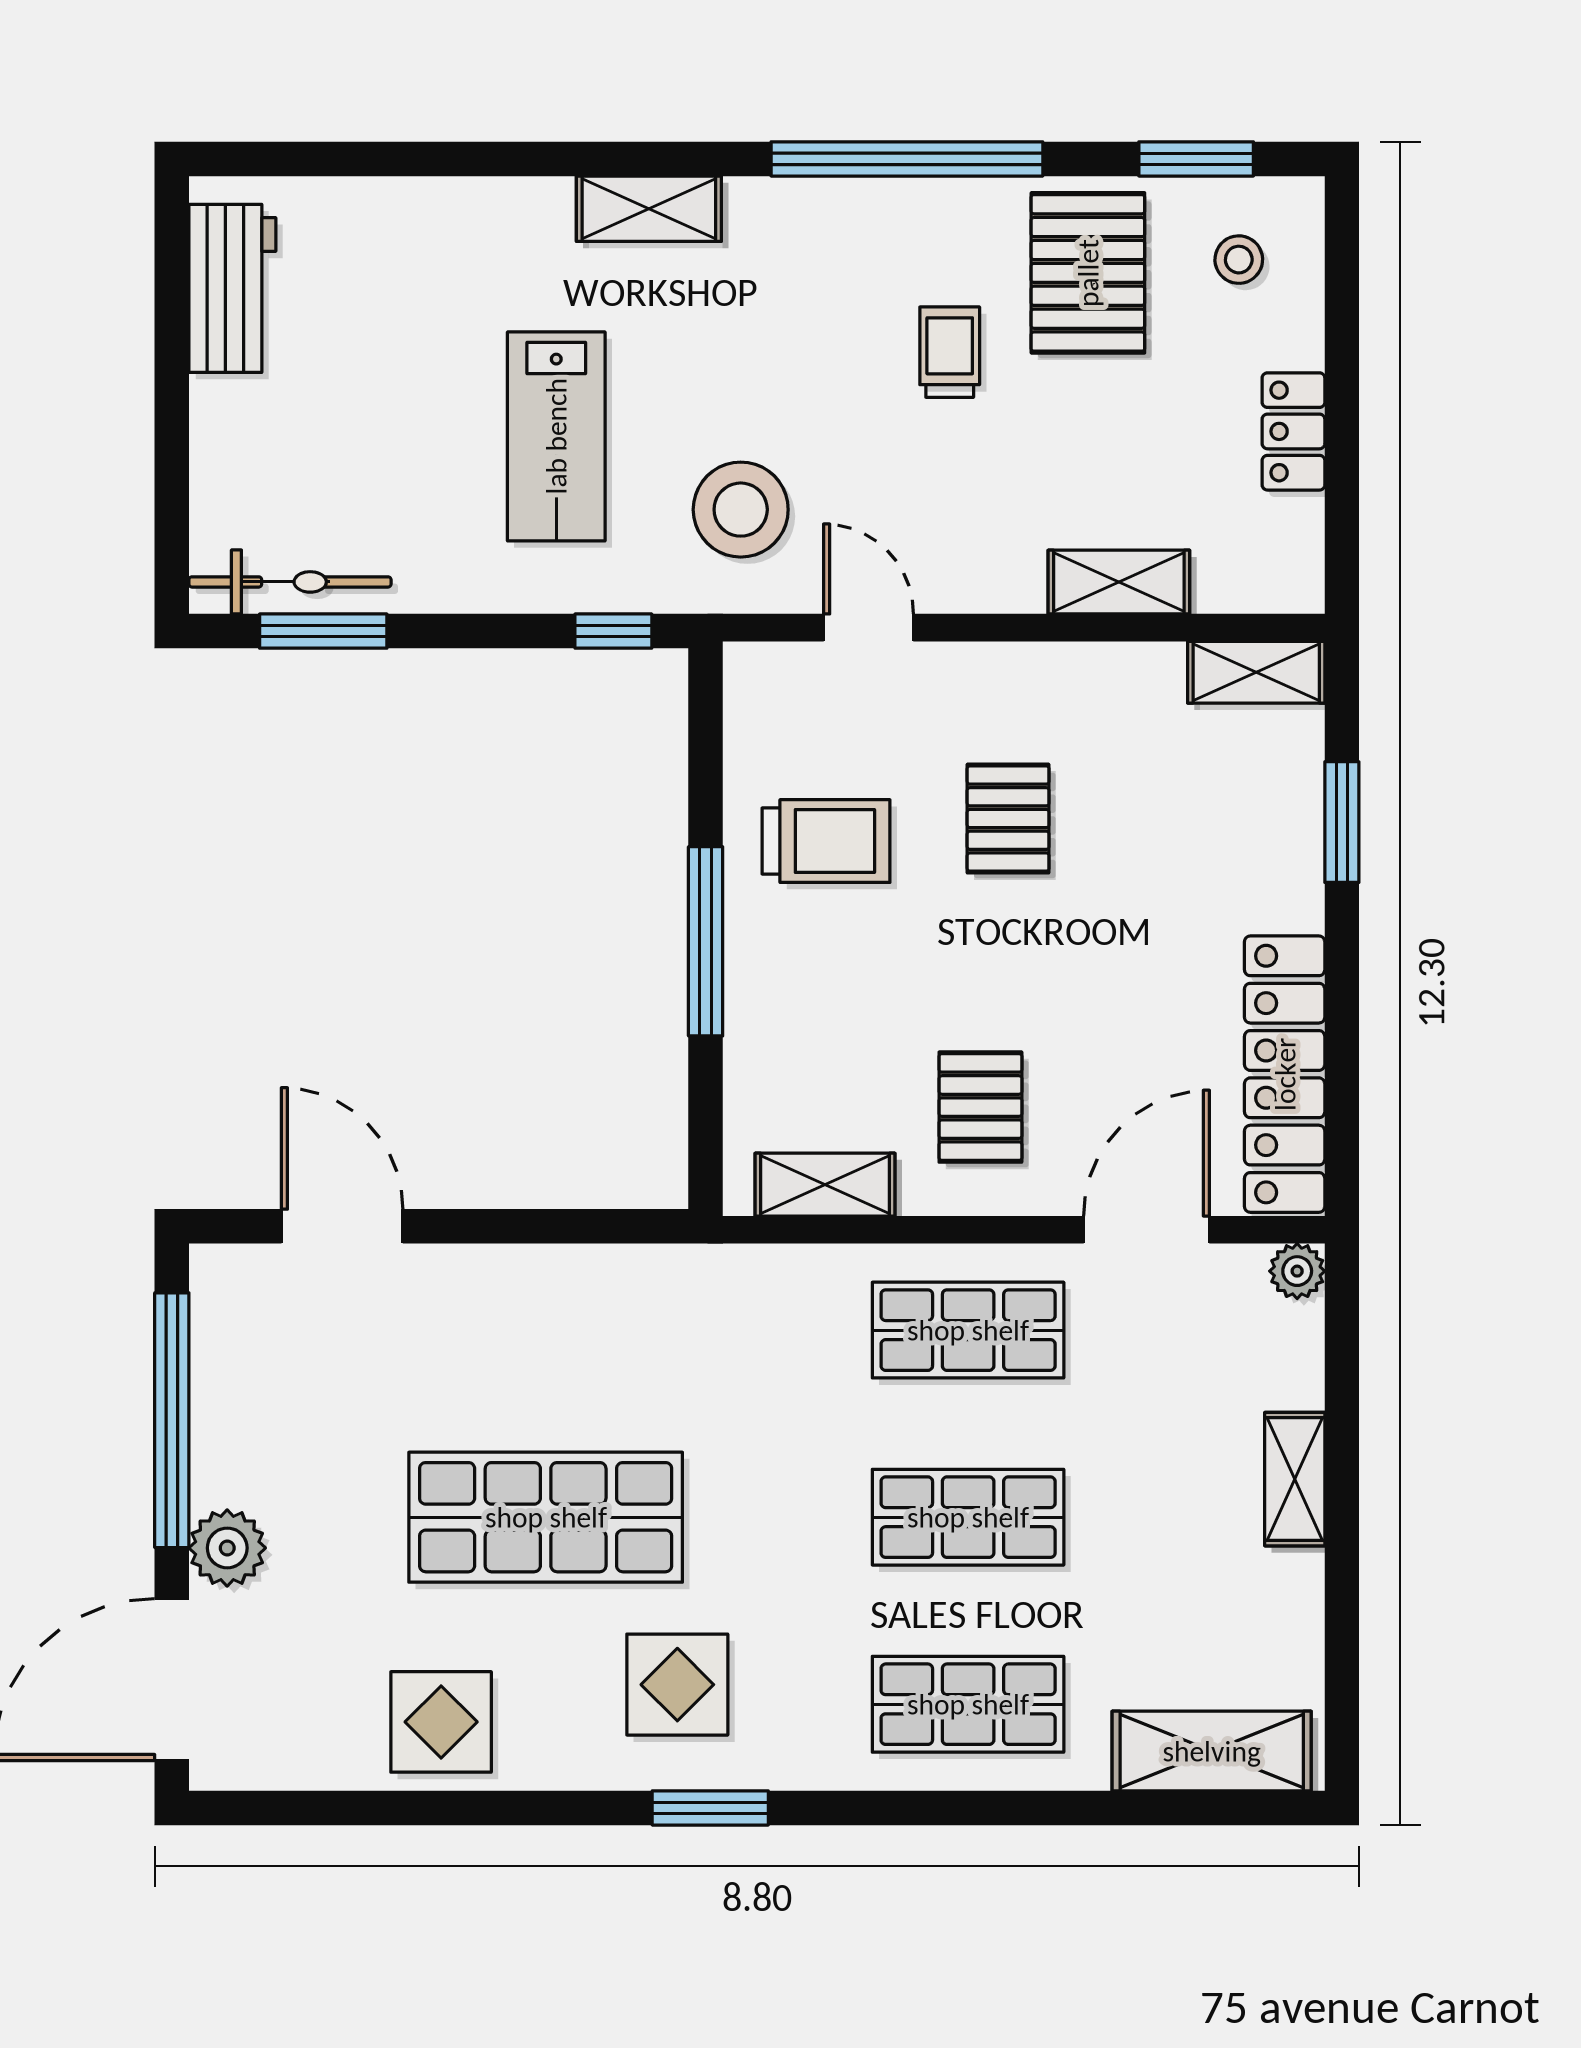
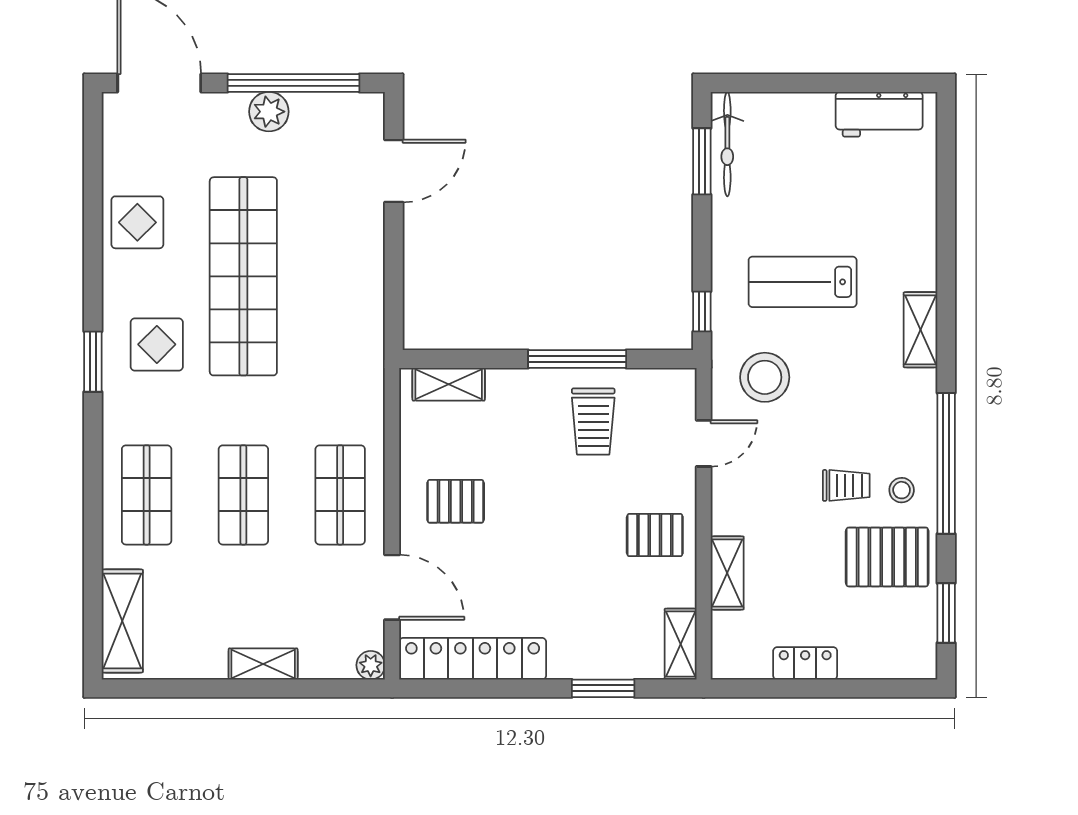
stool: (1239, 260) -> (902, 490), moved
pallet: (1008, 819) -> (655, 535), moved
window: (706, 941) -> (577, 359), moved
shelving: (825, 1185) -> (449, 384), moved, turned 90
shop shelf: (546, 1517) -> (243, 276), width x1.40
plant: (227, 1548) -> (269, 112), moved

